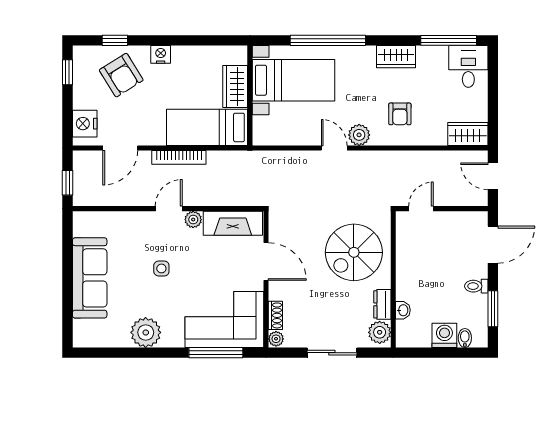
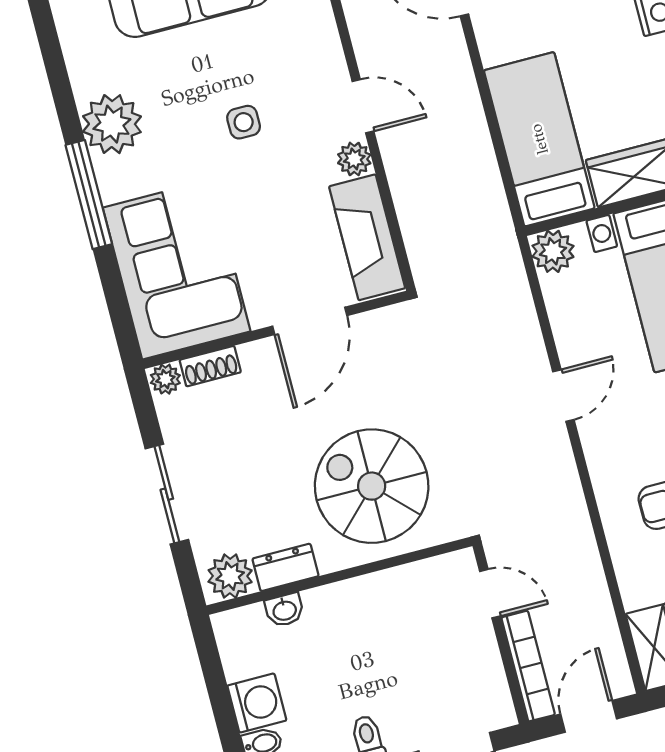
plant: (359, 135) -> (553, 251), moved
bookcase: (179, 157) -> (528, 666), moved, turned 180
window: (216, 353) -> (89, 195), moved

